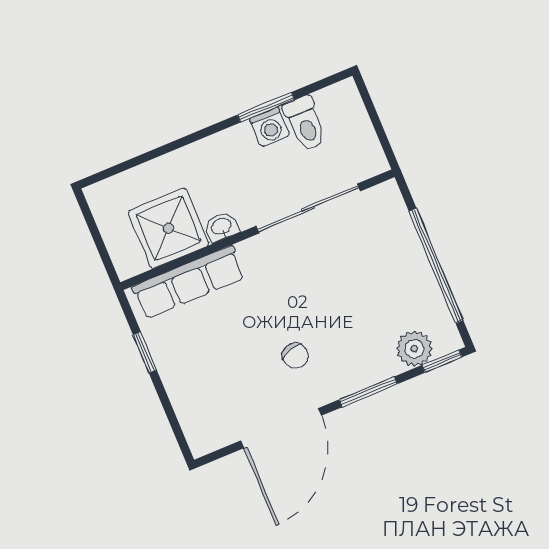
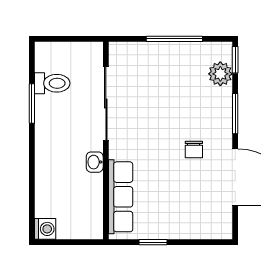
washing machine: (270, 127) -> (45, 229), moved
shower: (168, 228) -> (82, 195), removed
window: (436, 266) -> (174, 39), width x0.68
chair: (295, 356) -> (194, 149), turned 107

